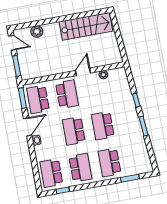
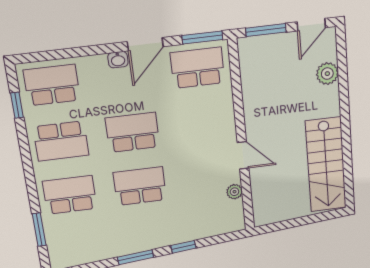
school desk: (67, 94) -> (204, 124), removed
door: (28, 127) -> (145, 44), hinge flipped

